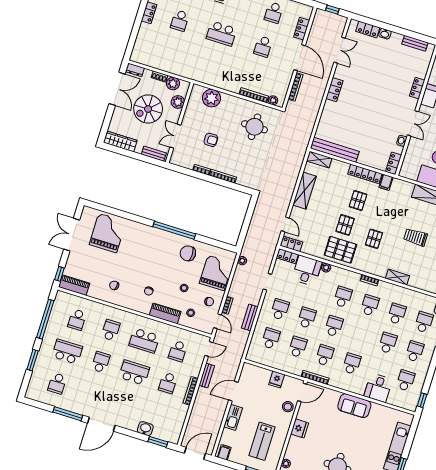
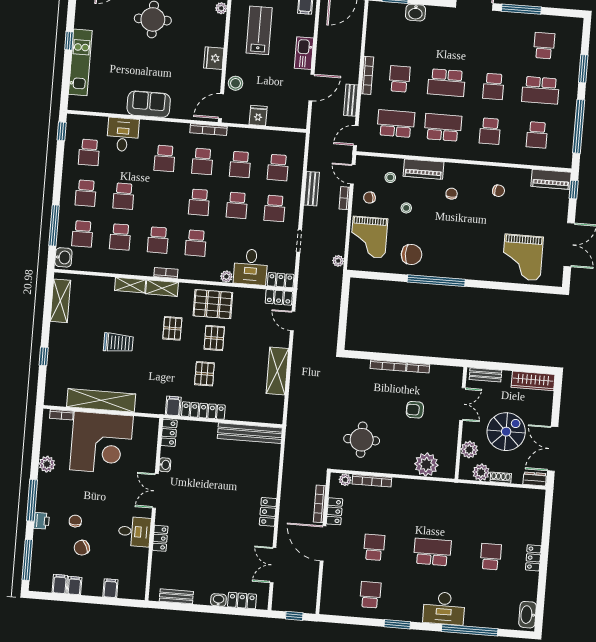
locker: (302, 29) -> (334, 511), moved
shelving: (319, 160) -> (162, 288), moved
school desk: (77, 320) -> (537, 135), turned 180
school desk: (178, 351) -> (396, 124), width x1.85

